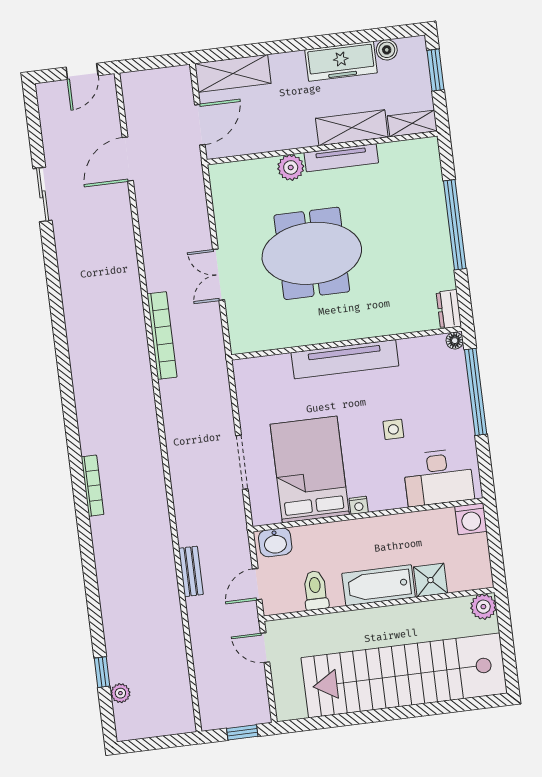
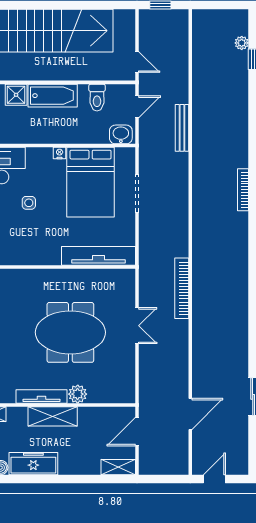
shelving: (233, 73) -> (118, 467), width x0.67, depth x0.75
shelving: (352, 128) -> (53, 416), moved
tv unit: (345, 359) -> (99, 256), moved
bench: (191, 571) -> (182, 128), width x1.36

